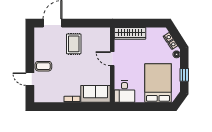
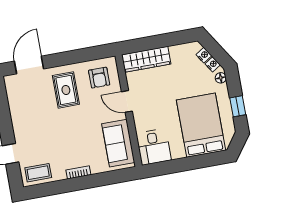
armchair: (97, 40) -> (99, 78), added
coffee table: (43, 66) -> (38, 173), moved
sofa: (95, 94) -> (118, 143), moved, turned -90

